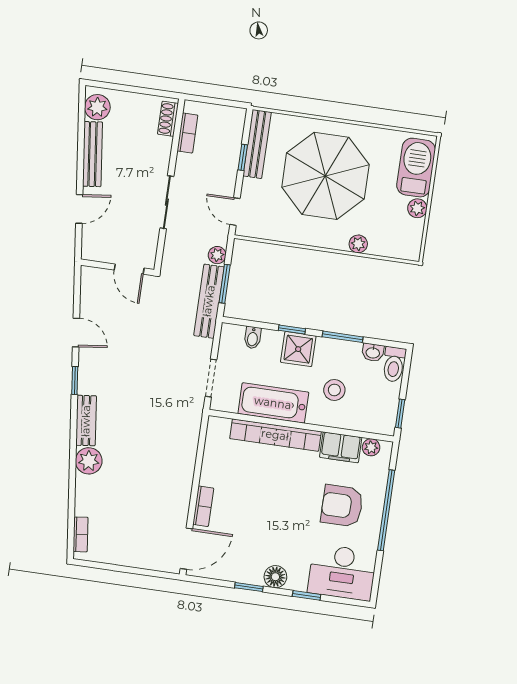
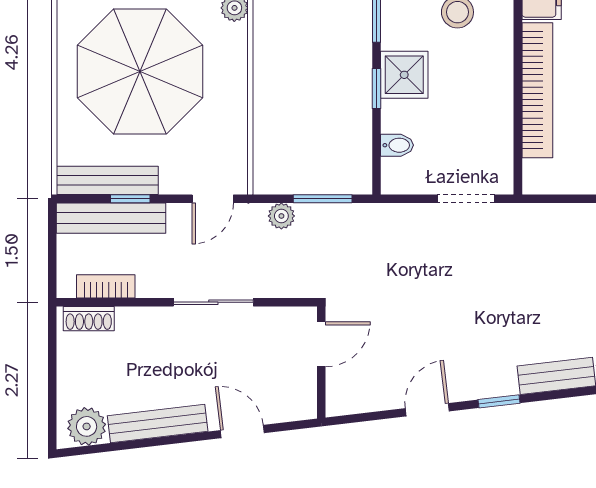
bench: (209, 301) -> (111, 218), moved
bathtub: (273, 403) -> (490, 100), removed

